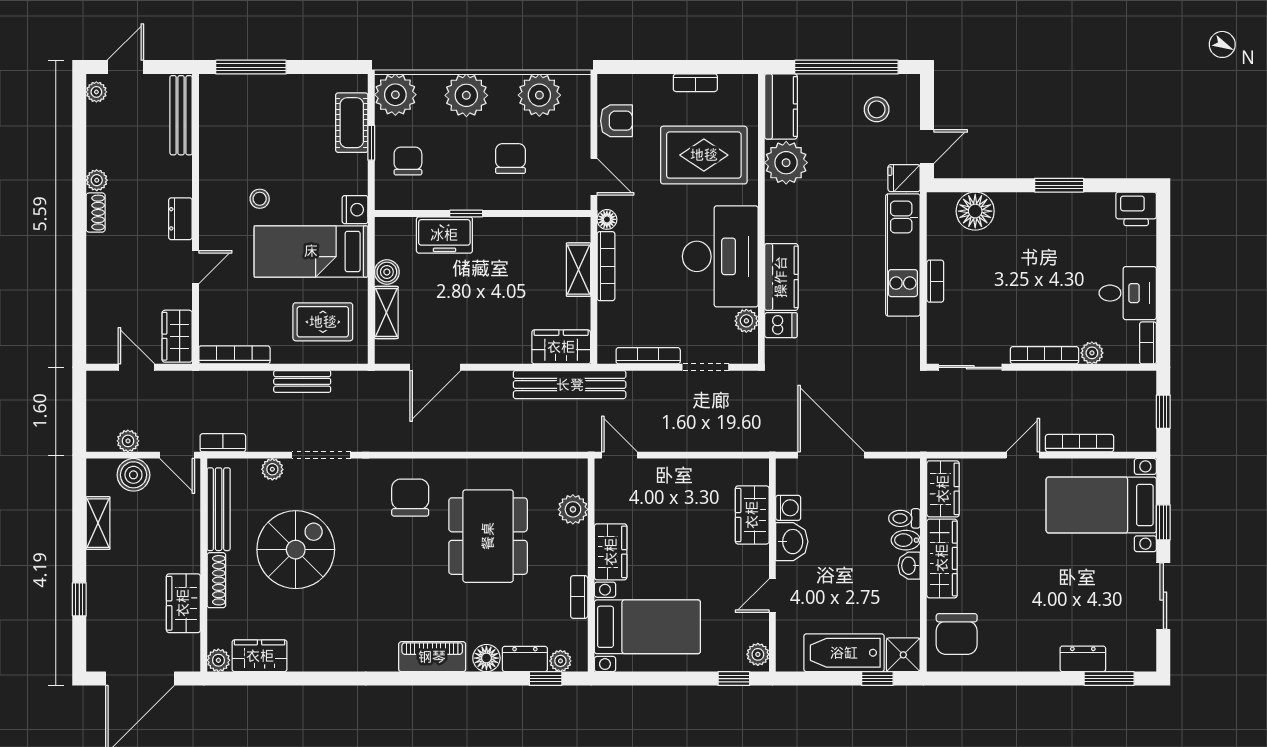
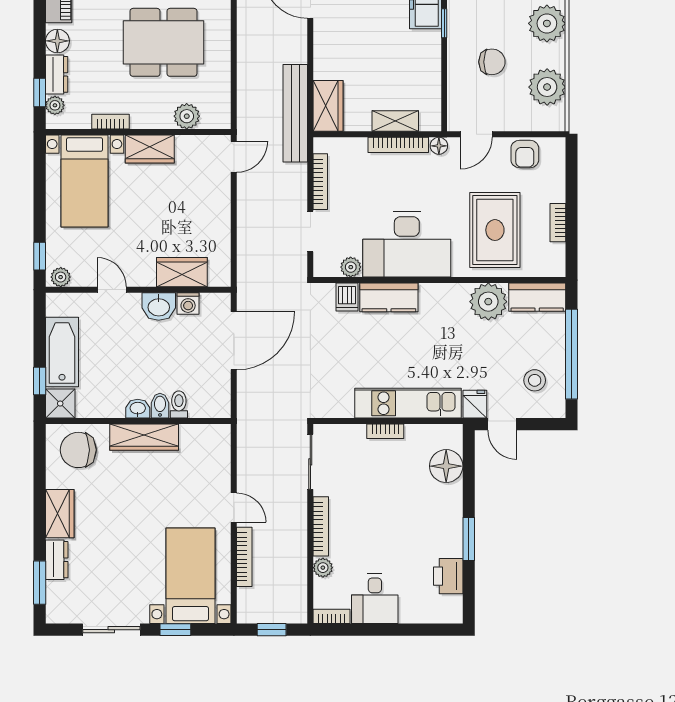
printer: (1136, 209) -> (448, 576), moved
wardrobe: (943, 489) -> (60, 514), moved, turned -90

